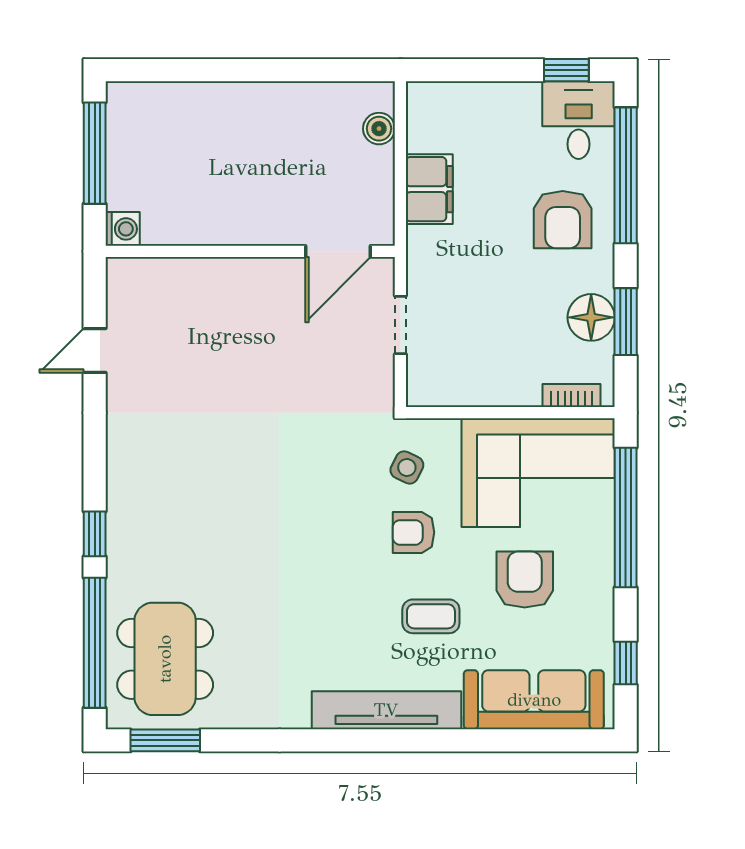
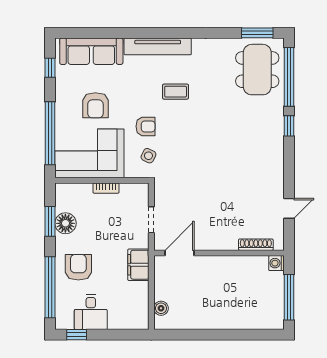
desk: (579, 120) -> (91, 312), moved
filing cabinet: (429, 189) -> (138, 265), moved
shoe rack: (168, 270) -> (256, 245), added
bookcase: (571, 396) -> (106, 188), moved
coffee table: (431, 616) -> (176, 92), moved

